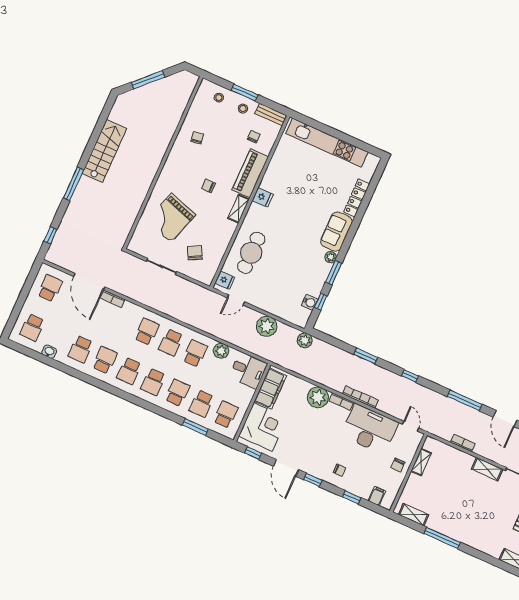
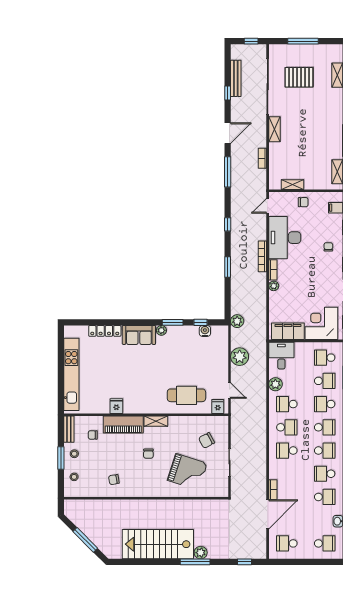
stairs: (104, 151) -> (158, 544), width x1.36, depth x1.51
plant: (81, 194) -> (201, 553), added
fridge: (263, 197) -> (116, 406), moved
plant: (318, 397) -> (274, 286), width x0.53, depth x0.53

